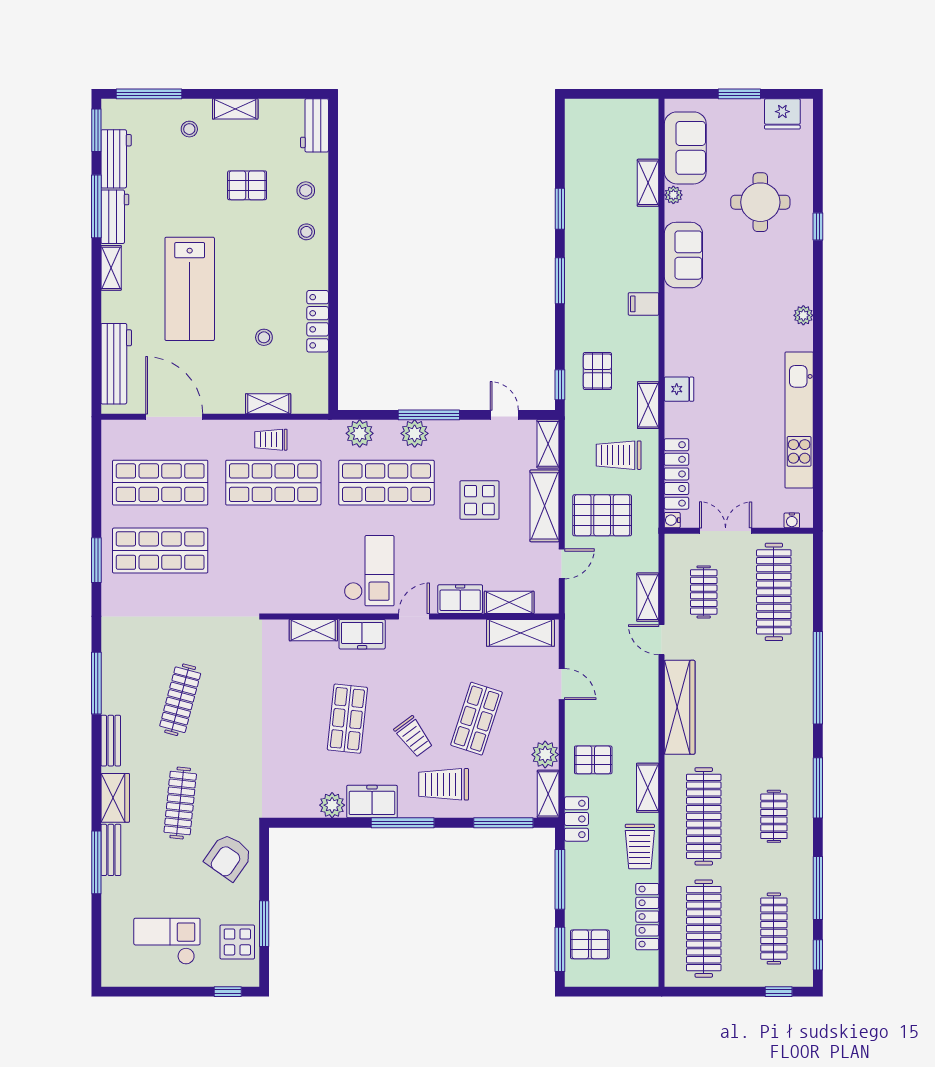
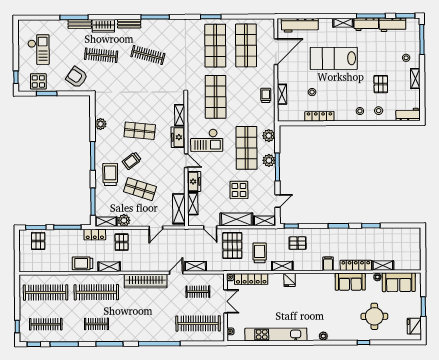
shop shelf: (273, 483) -> (216, 97), moved
freezer: (372, 802) -> (102, 142), removed
locker: (647, 917) -> (356, 265), moved

